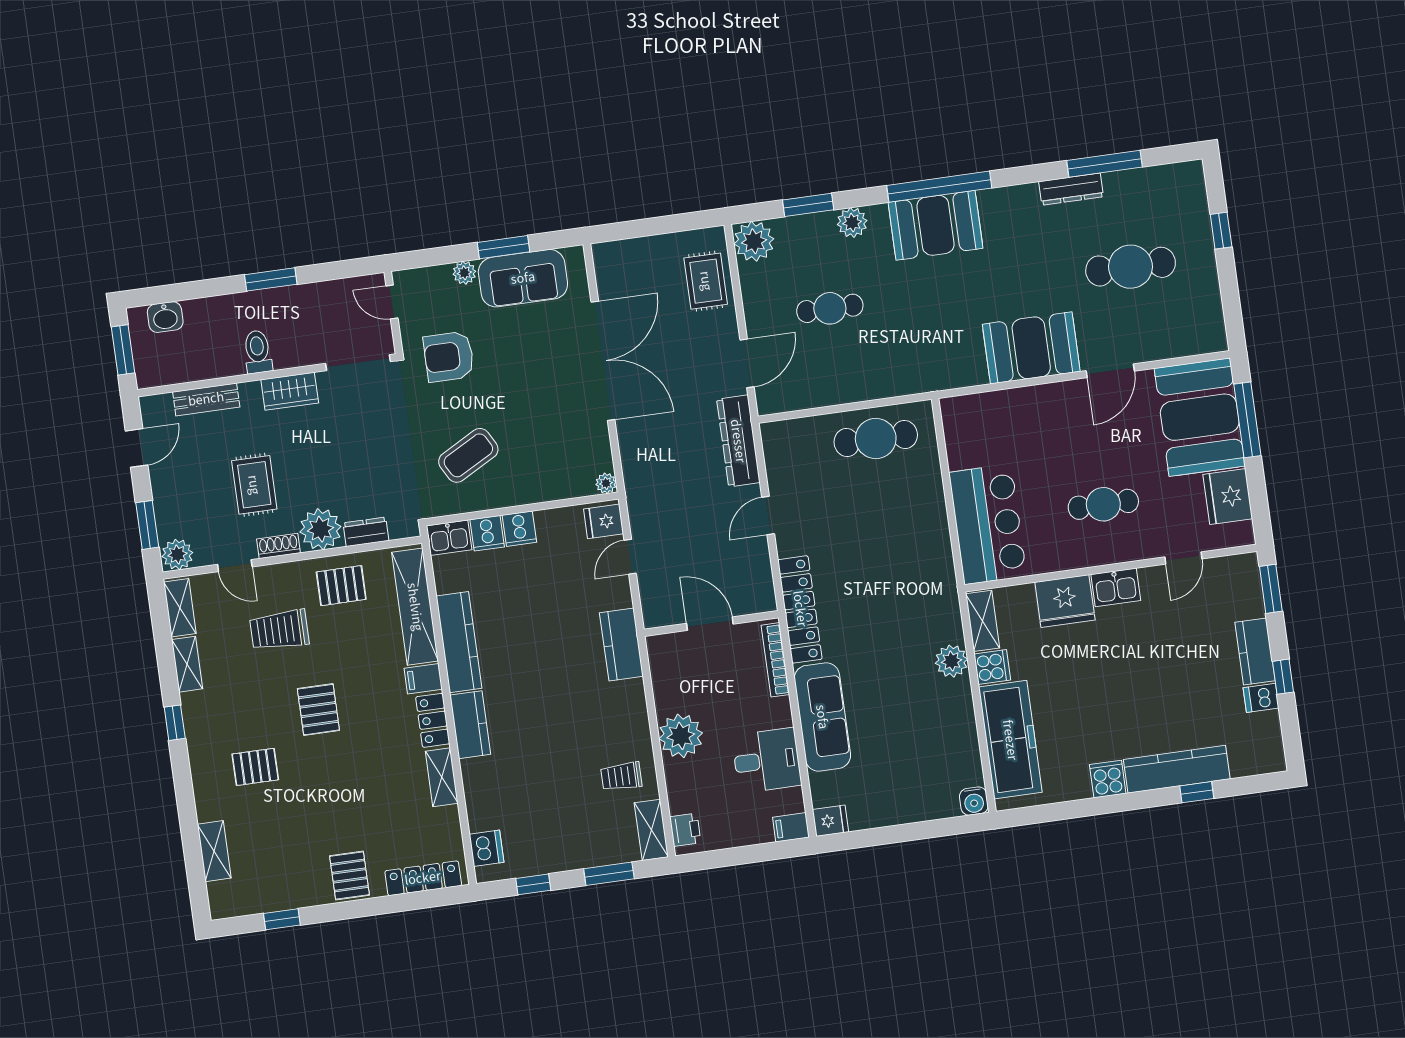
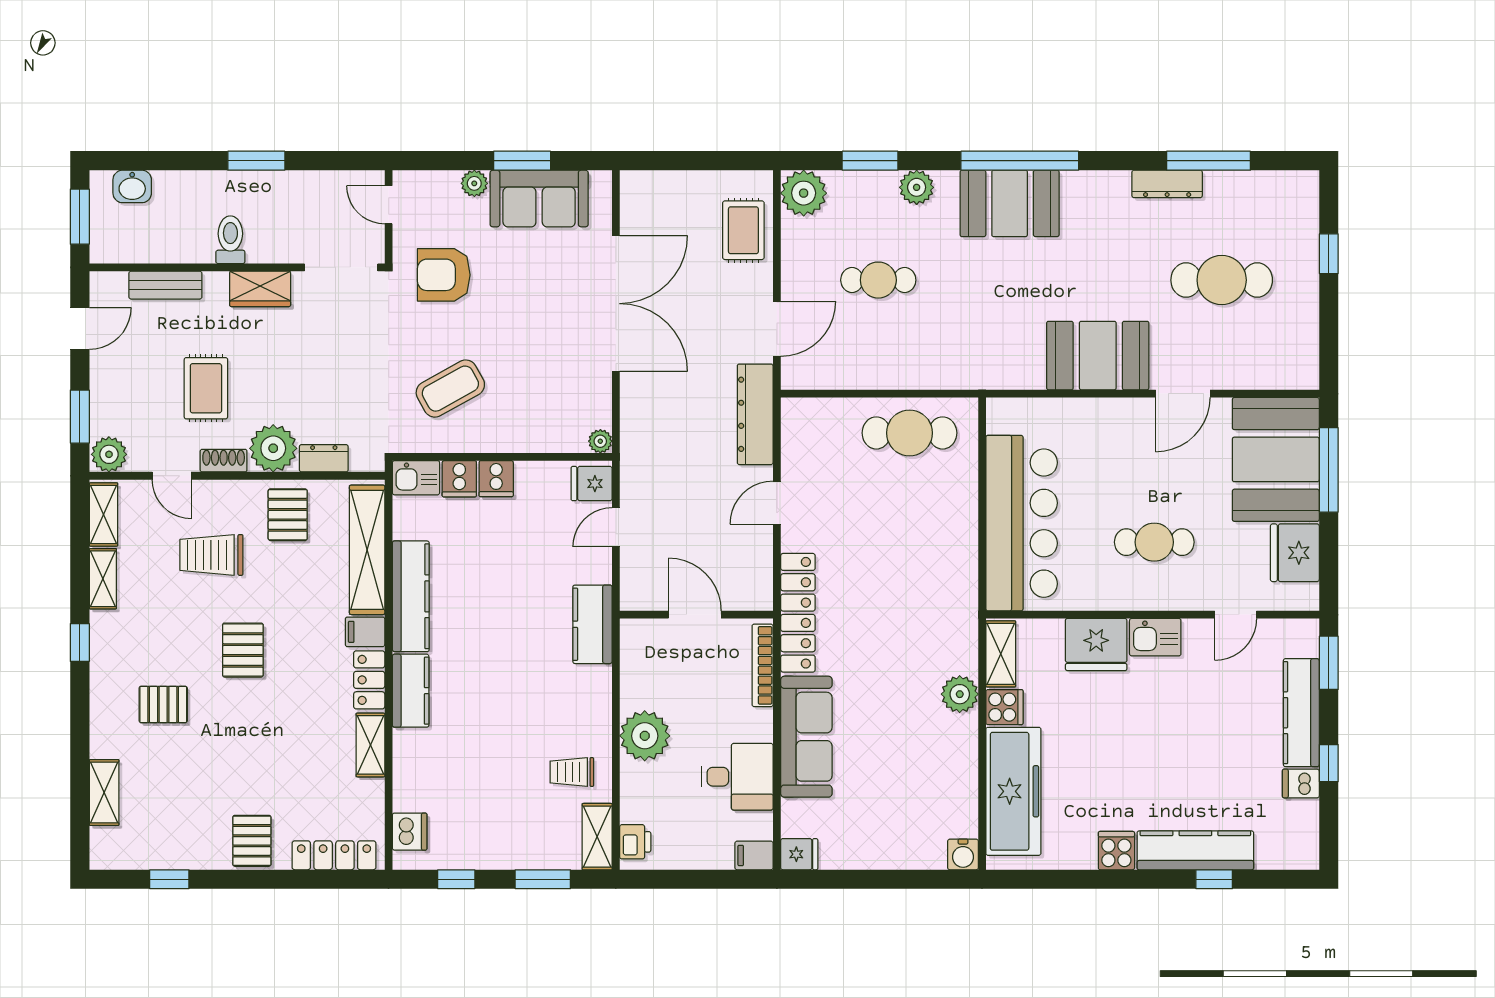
bar counter: (988, 524) -> (1022, 523), width x1.36
pallet: (341, 586) -> (288, 515), turned 90
kitchen counter: (1255, 652) -> (1301, 713), width x1.50

